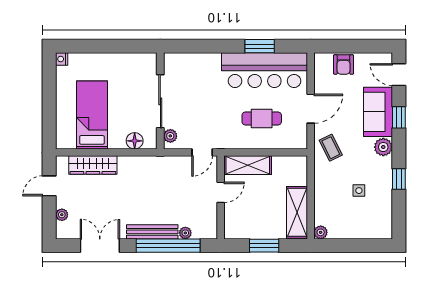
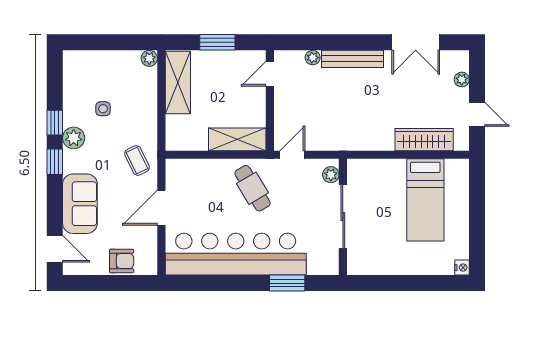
window: (260, 46) -> (287, 283), moved
armchair: (344, 64) -> (122, 261), turned 90
bar counter: (265, 70) -> (236, 254), width x1.36
window: (399, 117) -> (55, 162), moved
cafe table: (262, 118) -> (253, 188), moved, turned 59
floor lamp: (135, 141) -> (374, 169), removed
plant: (383, 147) -> (74, 138), moved
door: (49, 186) -> (477, 114), hinge flipped
door: (221, 192) -> (270, 74), moved
window: (168, 246) -> (333, 42), removed

